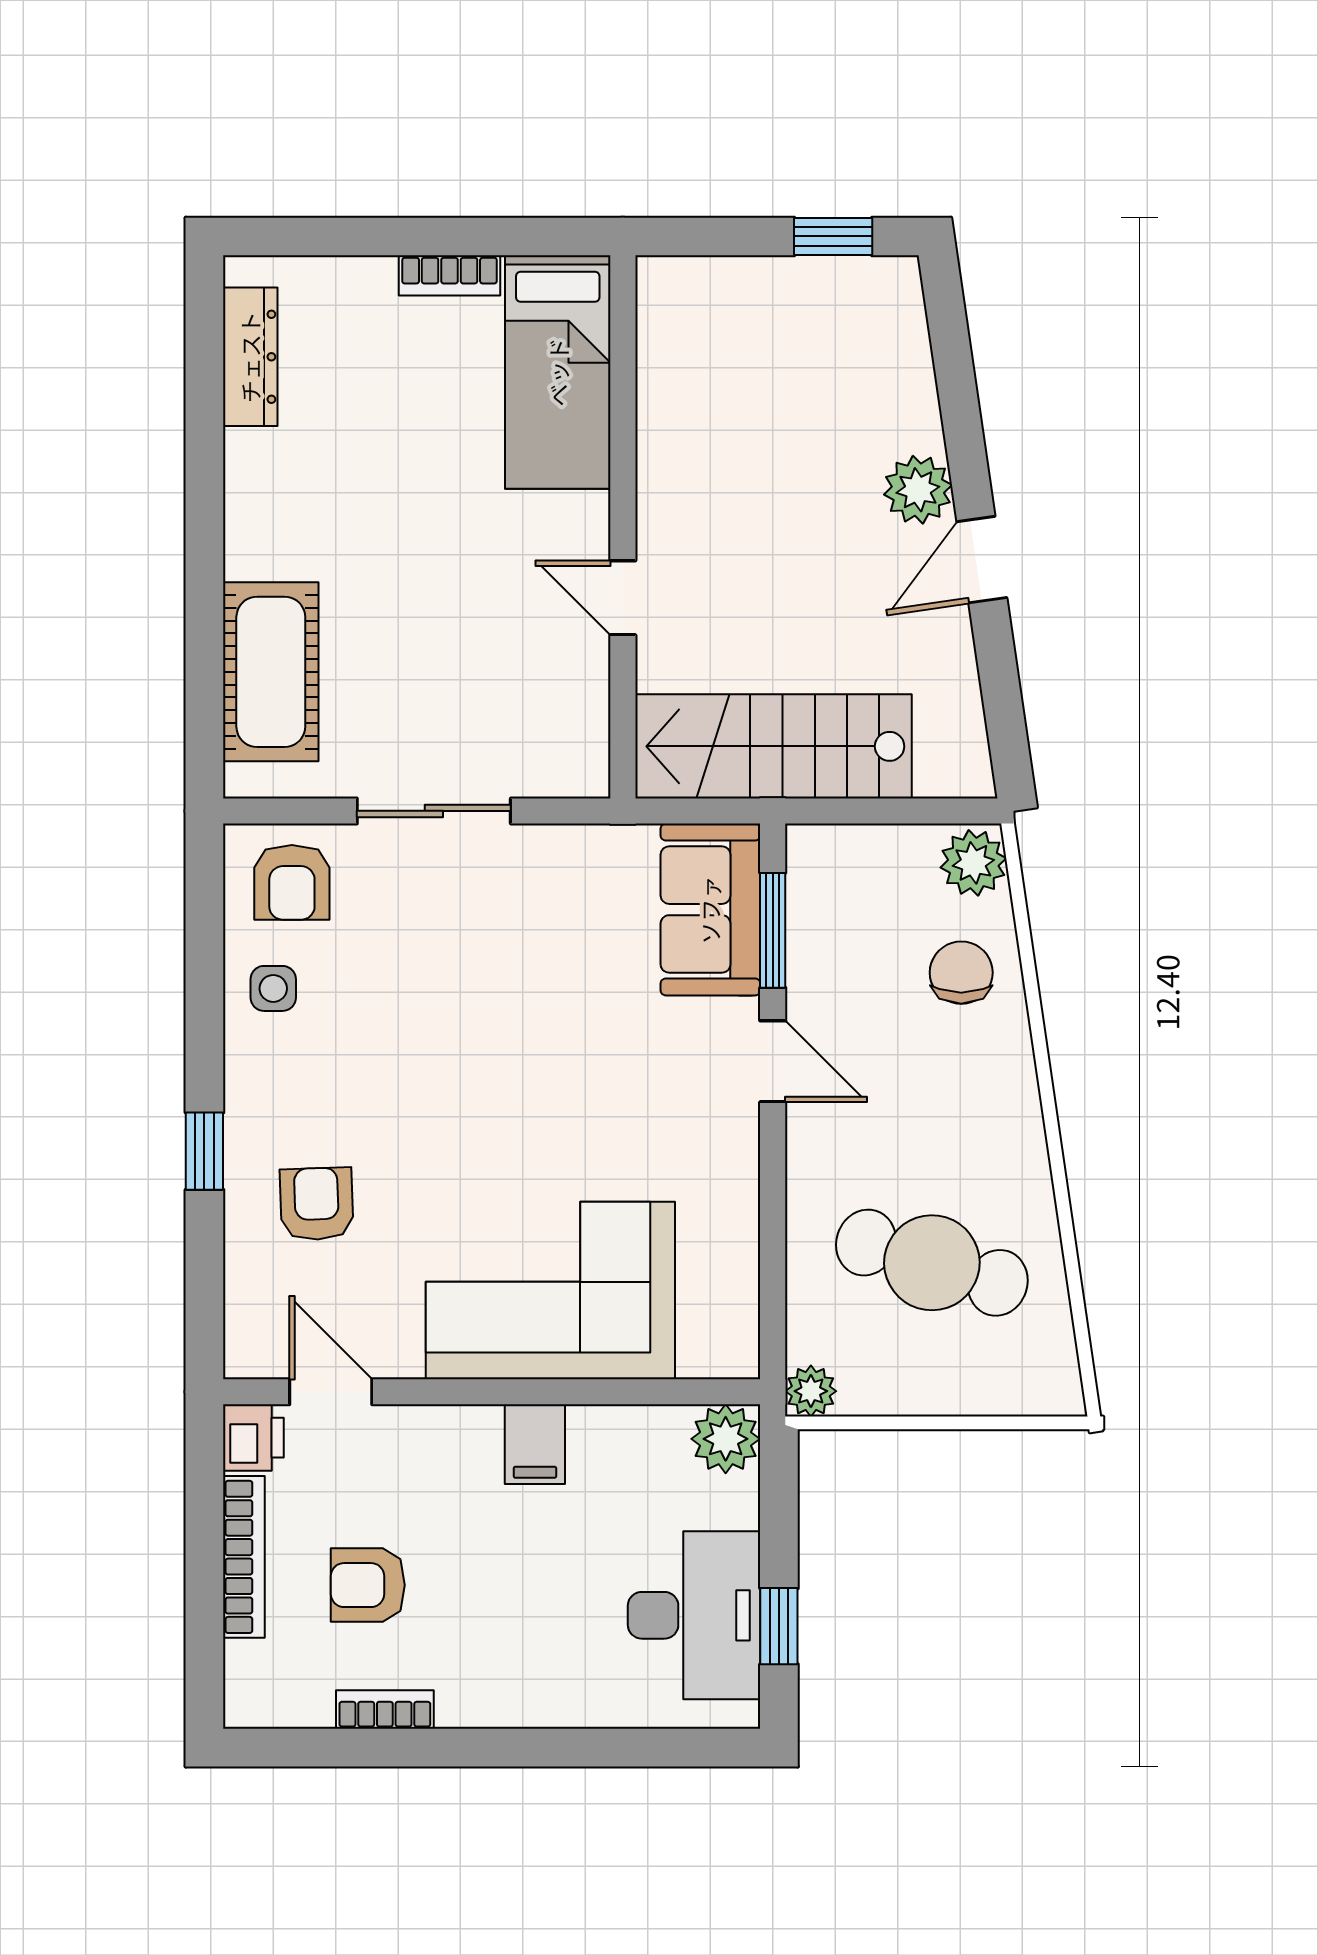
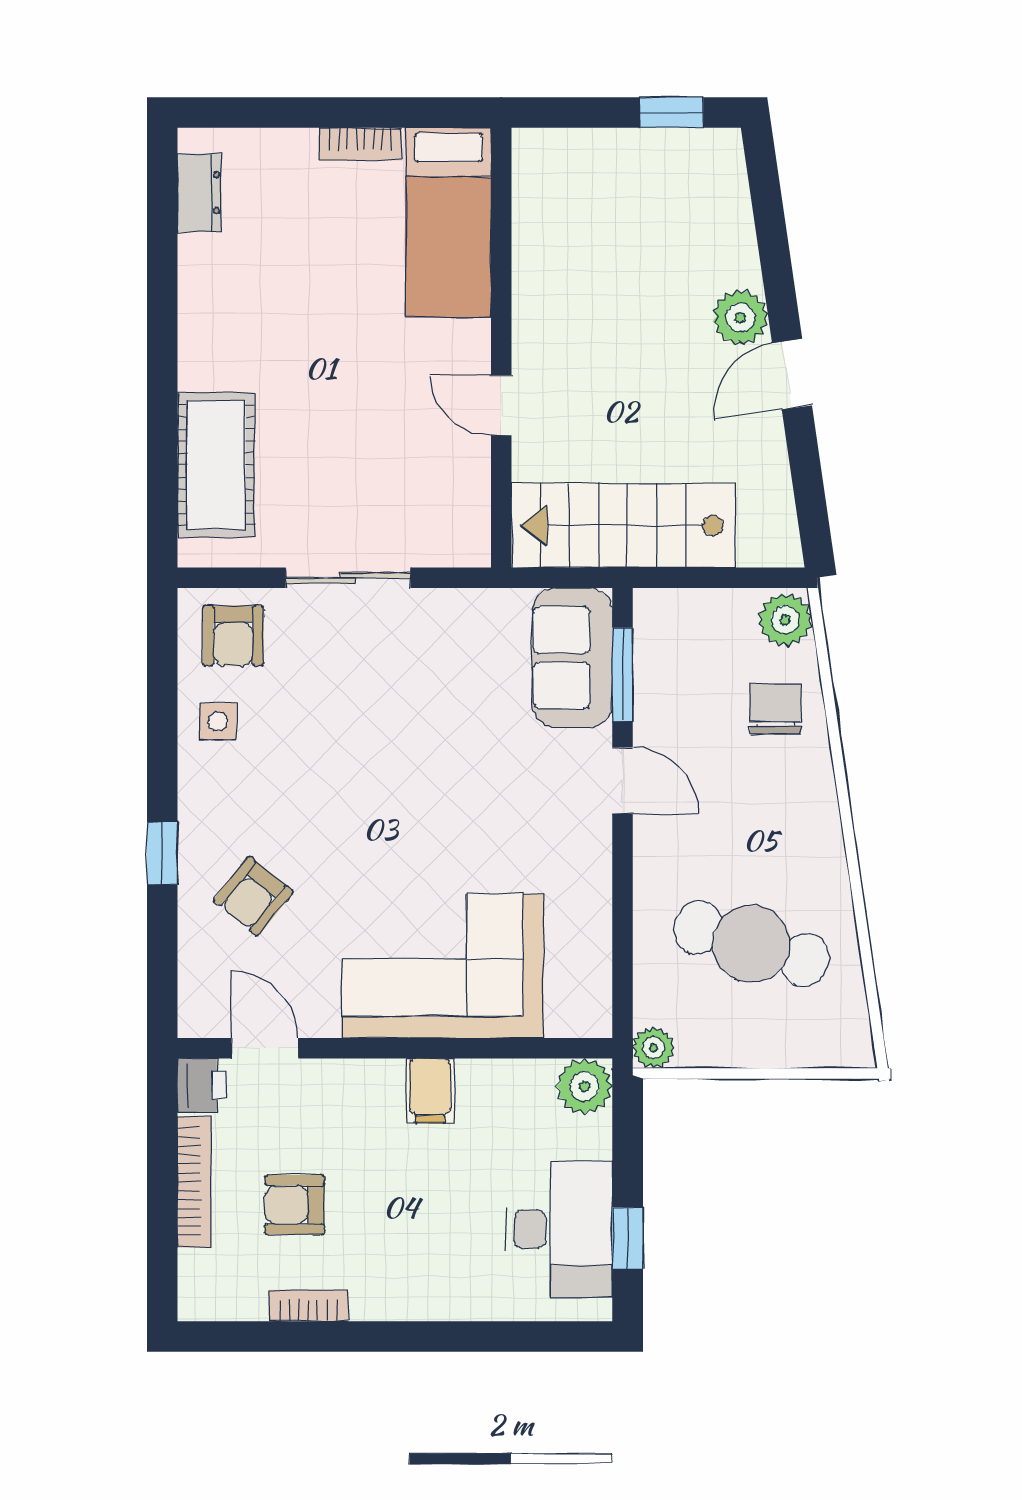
dresser: (250, 357) -> (199, 193), width x0.70
armchair: (317, 1204) -> (253, 896), turned -139

